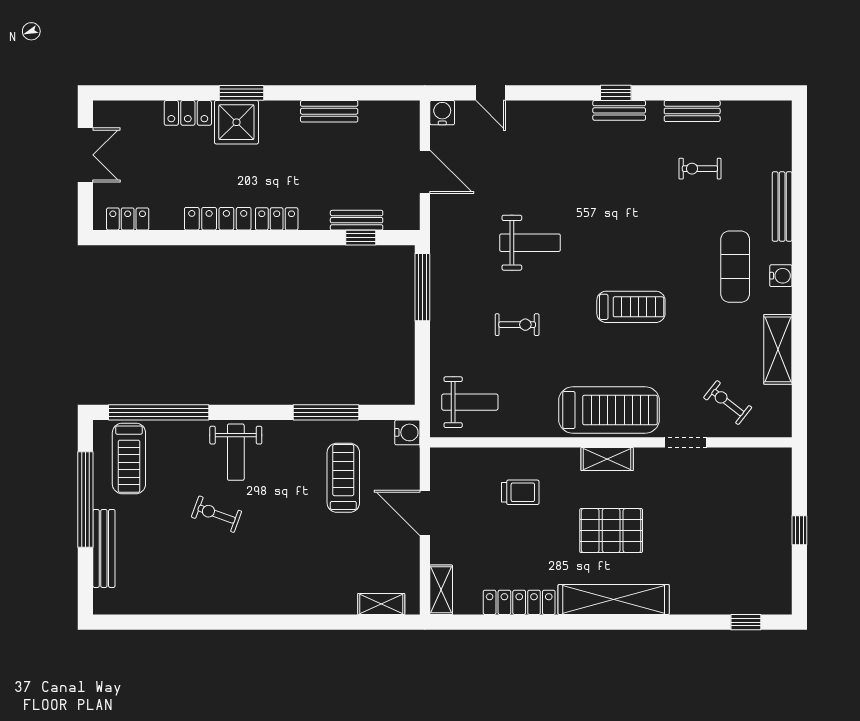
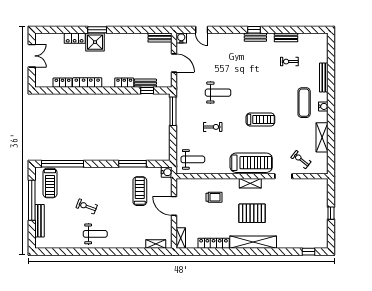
bench: (329, 111) -> (160, 38), moved
locker: (128, 219) -> (63, 83), moved
locker: (277, 219) -> (124, 83), moved
weight bench: (236, 452) -> (95, 234), moved, turned -90

